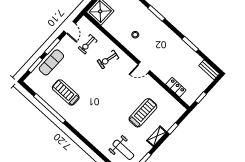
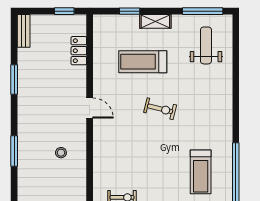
exercise bike: (108, 59) -> (160, 109), moved

